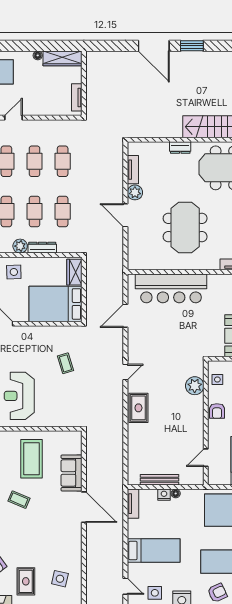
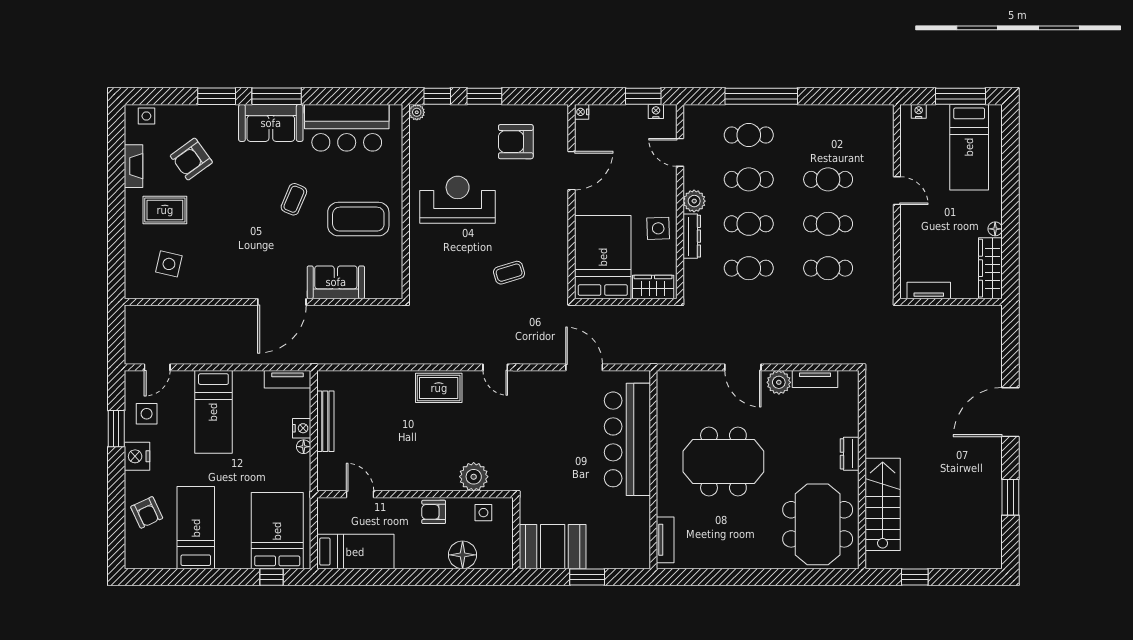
window: (192, 46) -> (1010, 497), moved
door: (125, 215) -> (743, 367), swing flipped
side table: (14, 272) -> (658, 228), moved

